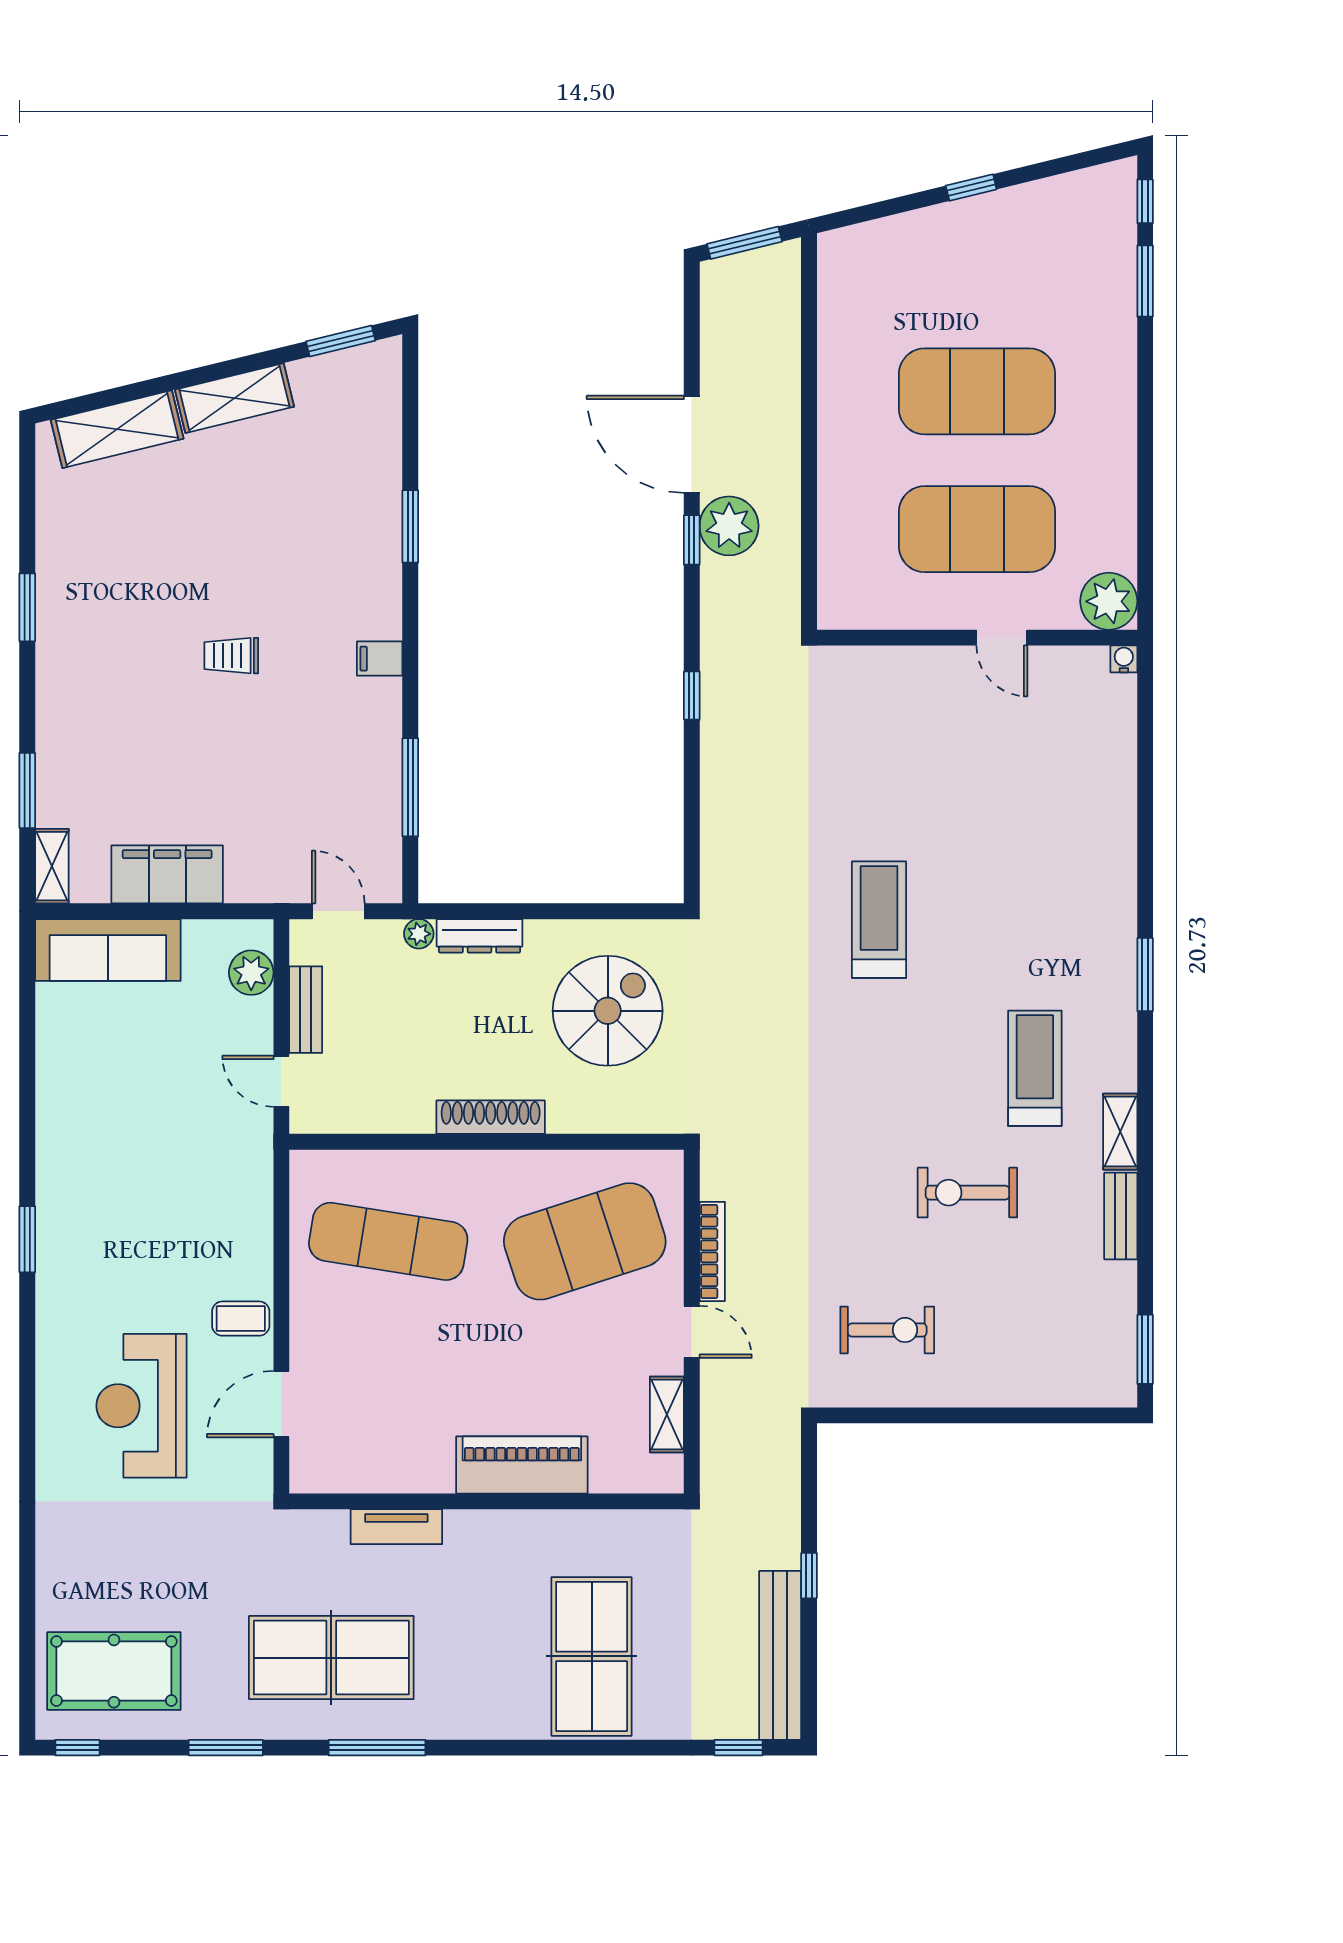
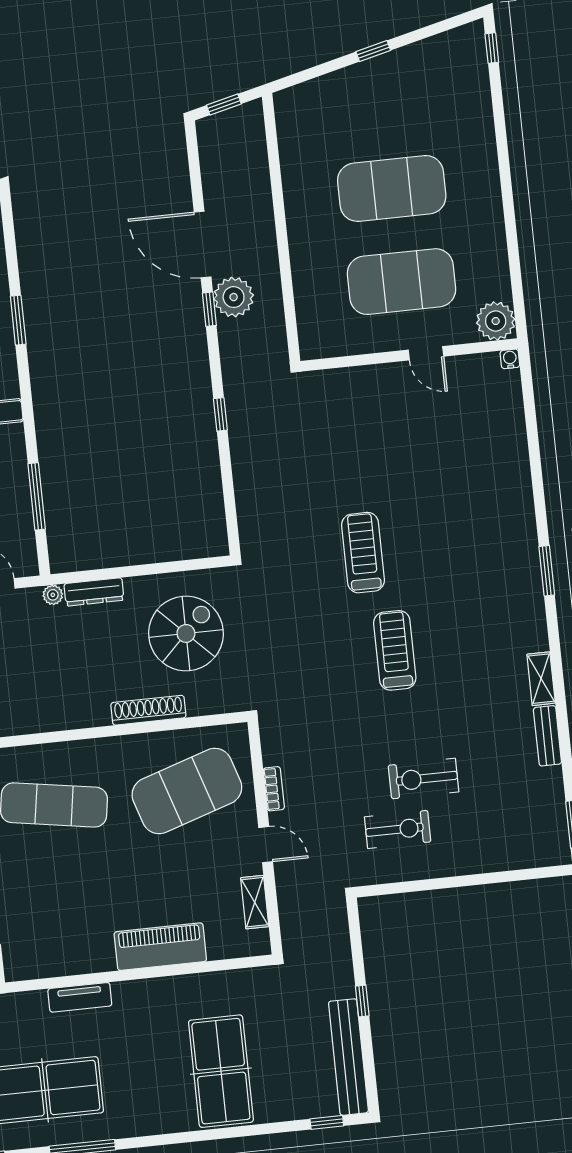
window: (744, 243) -> (224, 104), width x0.67
window: (1145, 281) -> (497, 102), removed
treadmill: (1035, 1068) -> (395, 650), moved
shoe rack: (491, 1117) -> (148, 710), moved
exercise bike: (967, 1193) -> (423, 779), moved
bookcase: (712, 1251) -> (274, 789), width x0.64

